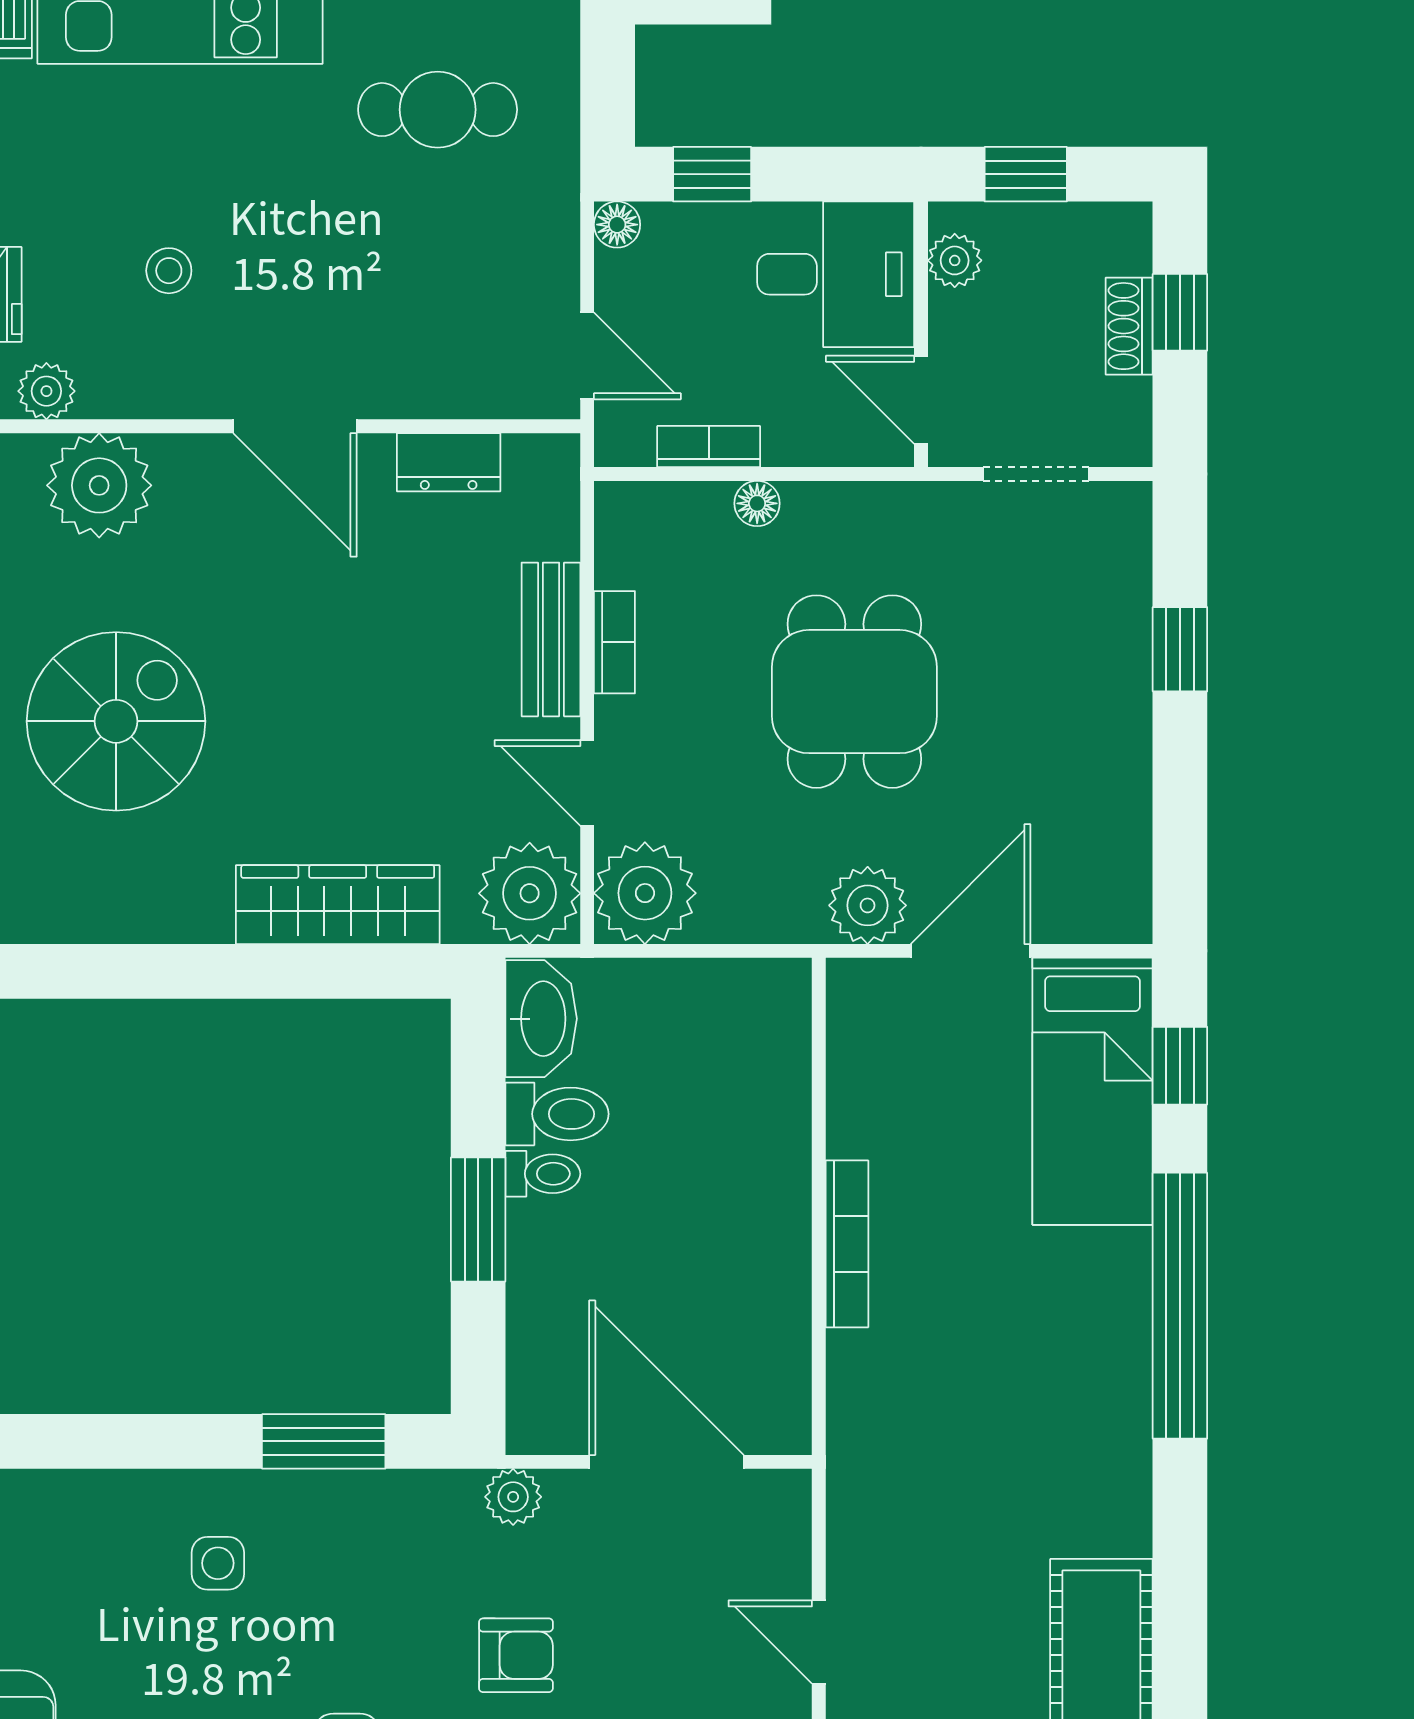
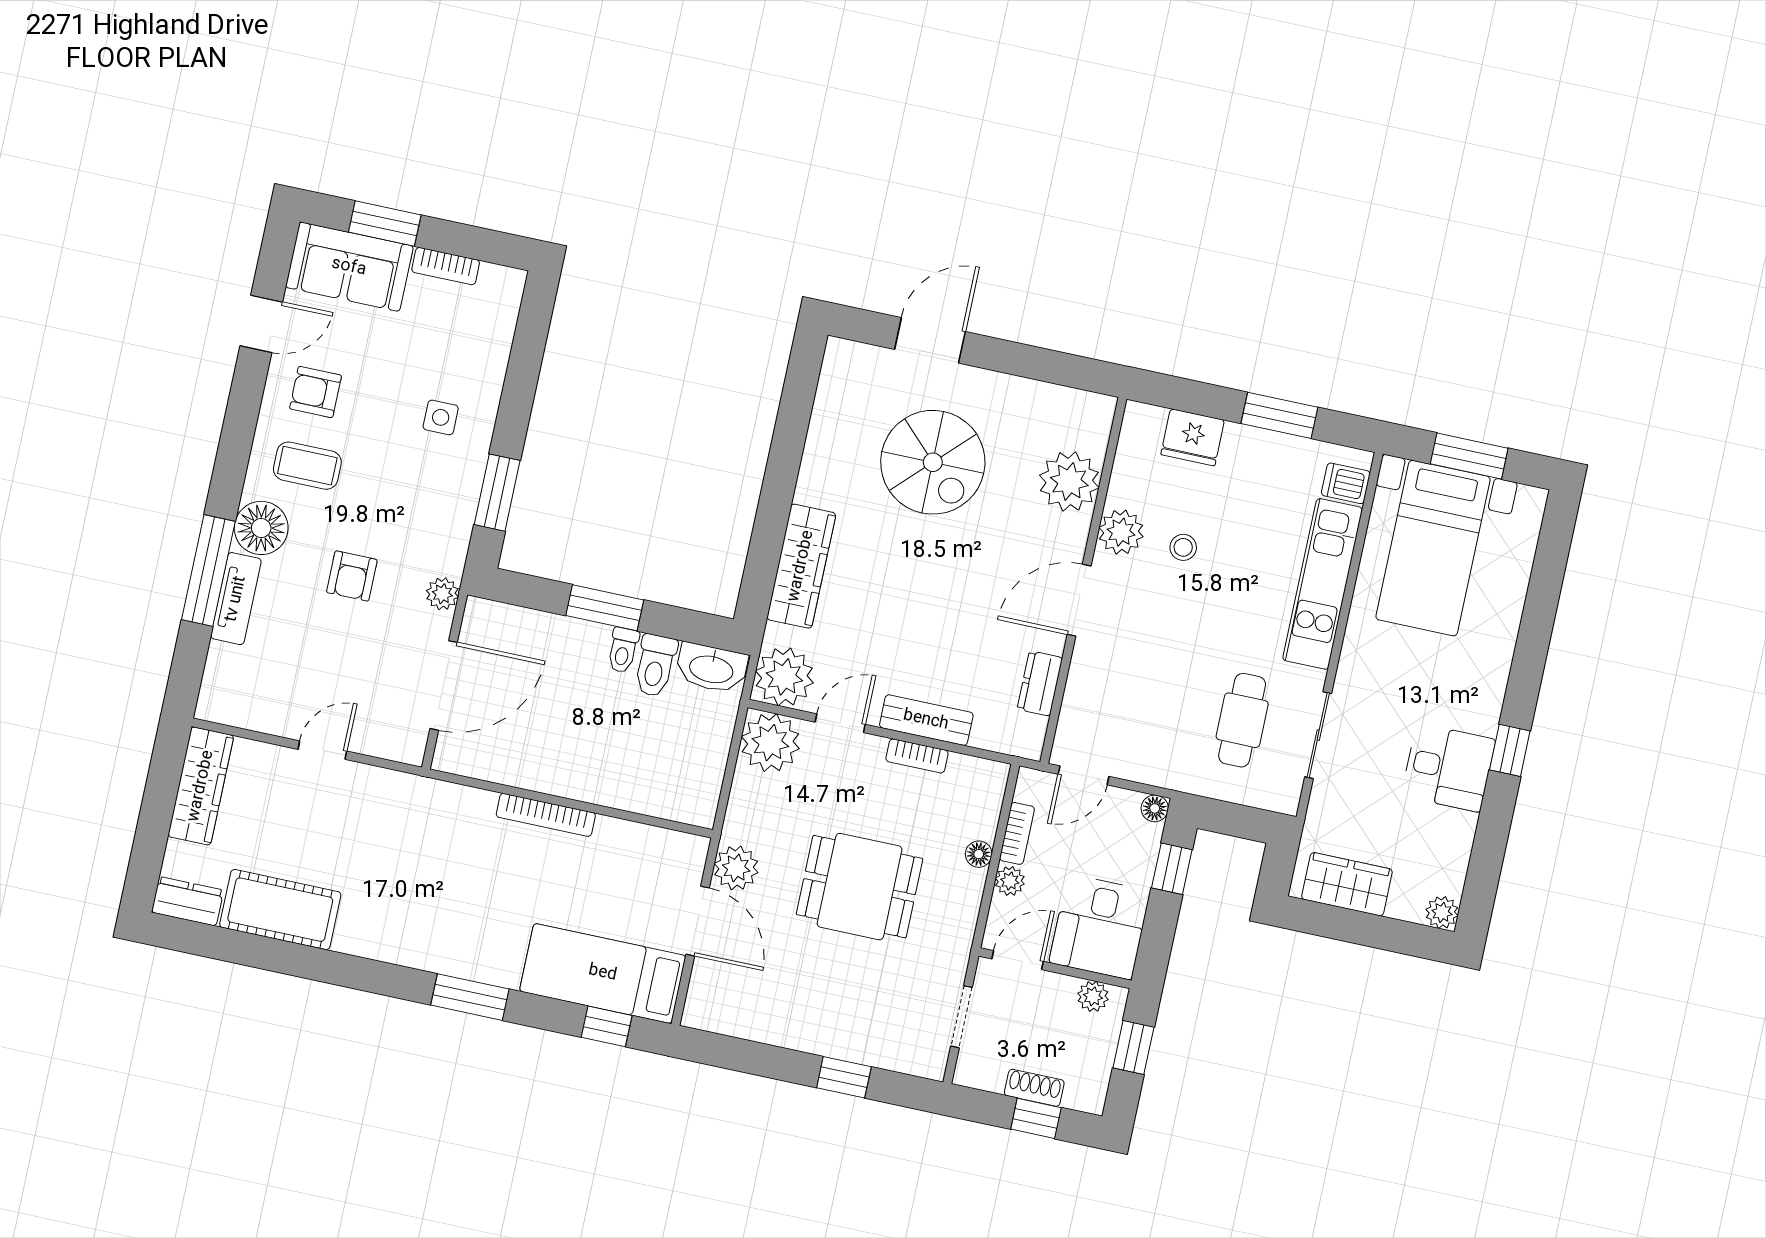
plant: (46, 391) -> (1121, 532), moved, width x1.38, depth x1.38
plant: (791, 442) -> (1010, 881), added
window: (1180, 1306) -> (470, 997), width x0.47

